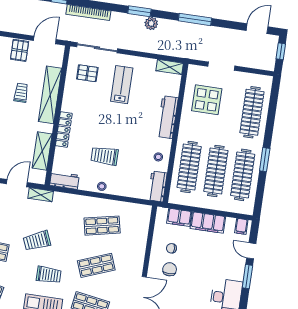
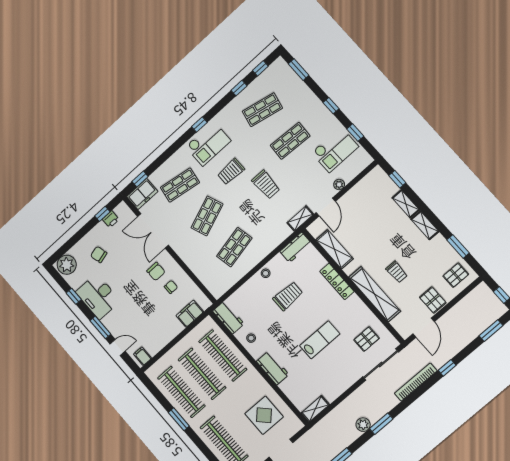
lab bench: (122, 85) -> (320, 340), moved, turned -90
workbench: (167, 117) -> (273, 368), width x0.73
filing cabinet: (208, 223) -> (167, 333), removed
trolley: (37, 241) -> (266, 185), turned 113

